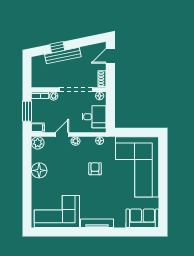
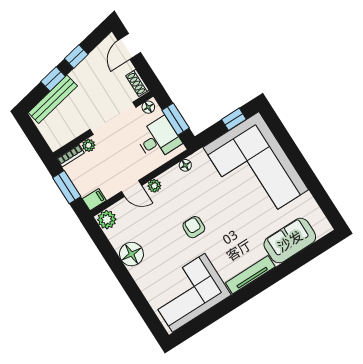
window: (78, 43) -> (76, 56), added
bench: (63, 56) -> (53, 99), moved
window: (110, 112) -> (176, 119), added
window: (142, 132) -> (234, 119), added
door: (62, 135) -> (132, 188), swing flipped
armchair: (95, 169) -> (194, 227), moved
sofa: (142, 218) -> (290, 241), moved

